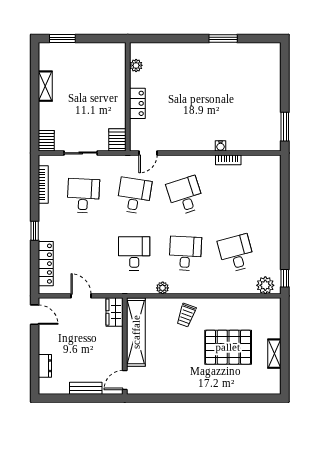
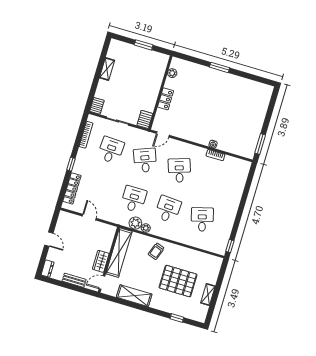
window: (62, 39) -> (144, 45), moved
window: (223, 39) -> (220, 67), moved
desk: (134, 196) -> (145, 160), turned -30
plant: (265, 285) -> (135, 223), moved
wardrobe: (115, 312) -> (101, 261), moved
door: (35, 315) -> (49, 239), moved
dresser: (45, 366) -> (48, 269), moved
shelving: (174, 385) -> (134, 296), added
window: (241, 398) -> (177, 318), added

